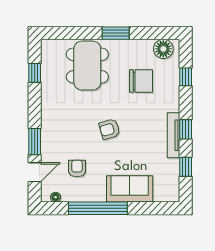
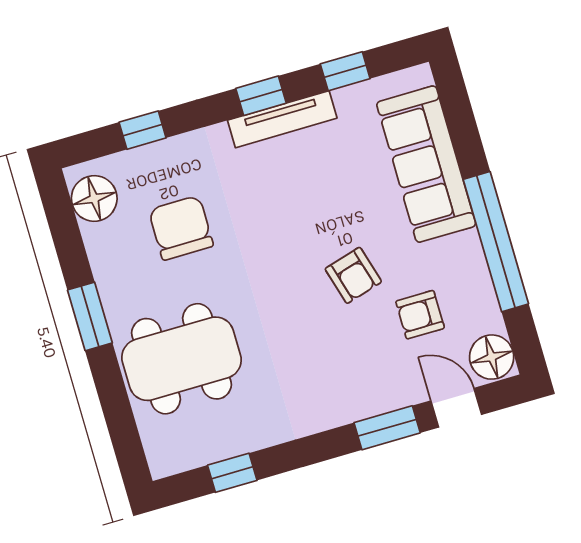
armchair: (110, 129) -> (353, 275), moved
sofa: (130, 189) -> (426, 164), width x1.36
floor lamp: (56, 197) -> (492, 357), width x1.89, depth x1.89

